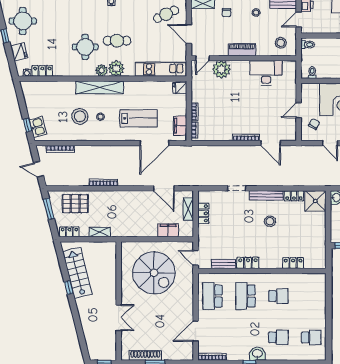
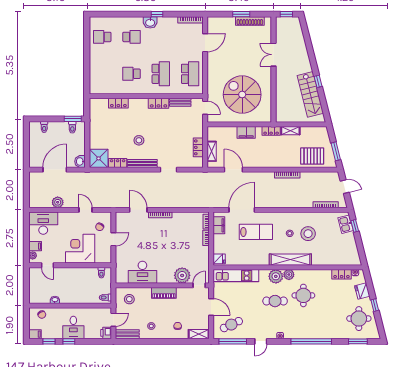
lab bench: (138, 118) -> (256, 232), turned 180
filing cabinet: (168, 230) -> (246, 132), moved
locker: (69, 232) -> (271, 131), moved
school desk: (278, 337) -> (132, 37), turned 180

